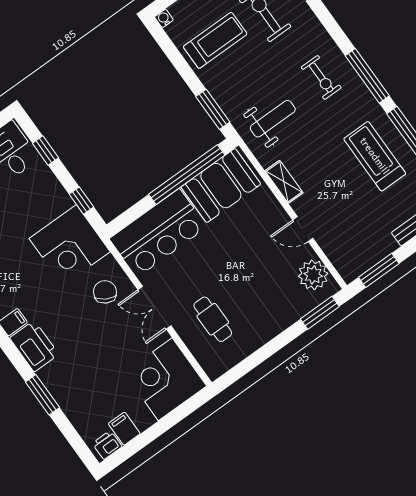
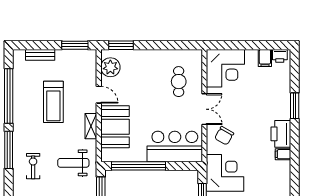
treadmill: (375, 156) -> (53, 102), moved
booth: (221, 186) -> (115, 127), moved, turned 90

